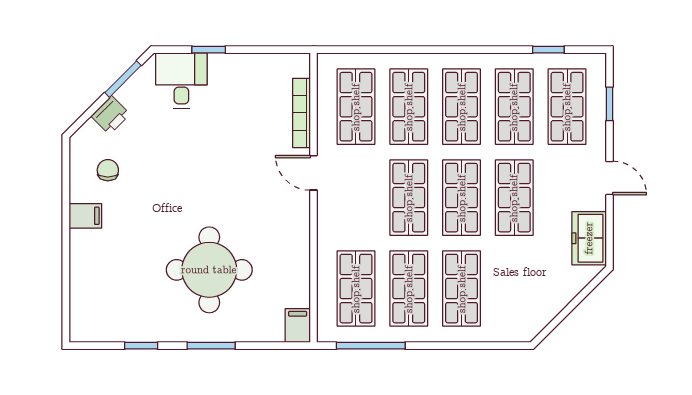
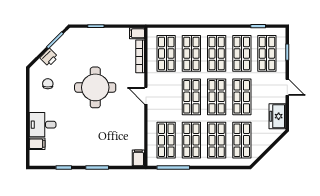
filing cabinet: (295, 65) -> (137, 33), added
desk: (181, 81) -> (43, 125), moved, turned -90
door: (314, 173) -> (146, 96), moved
filing cabinet: (85, 216) -> (37, 144), moved
round table: (209, 270) -> (95, 87), moved
shop shelf: (514, 289) -> (242, 140), added

